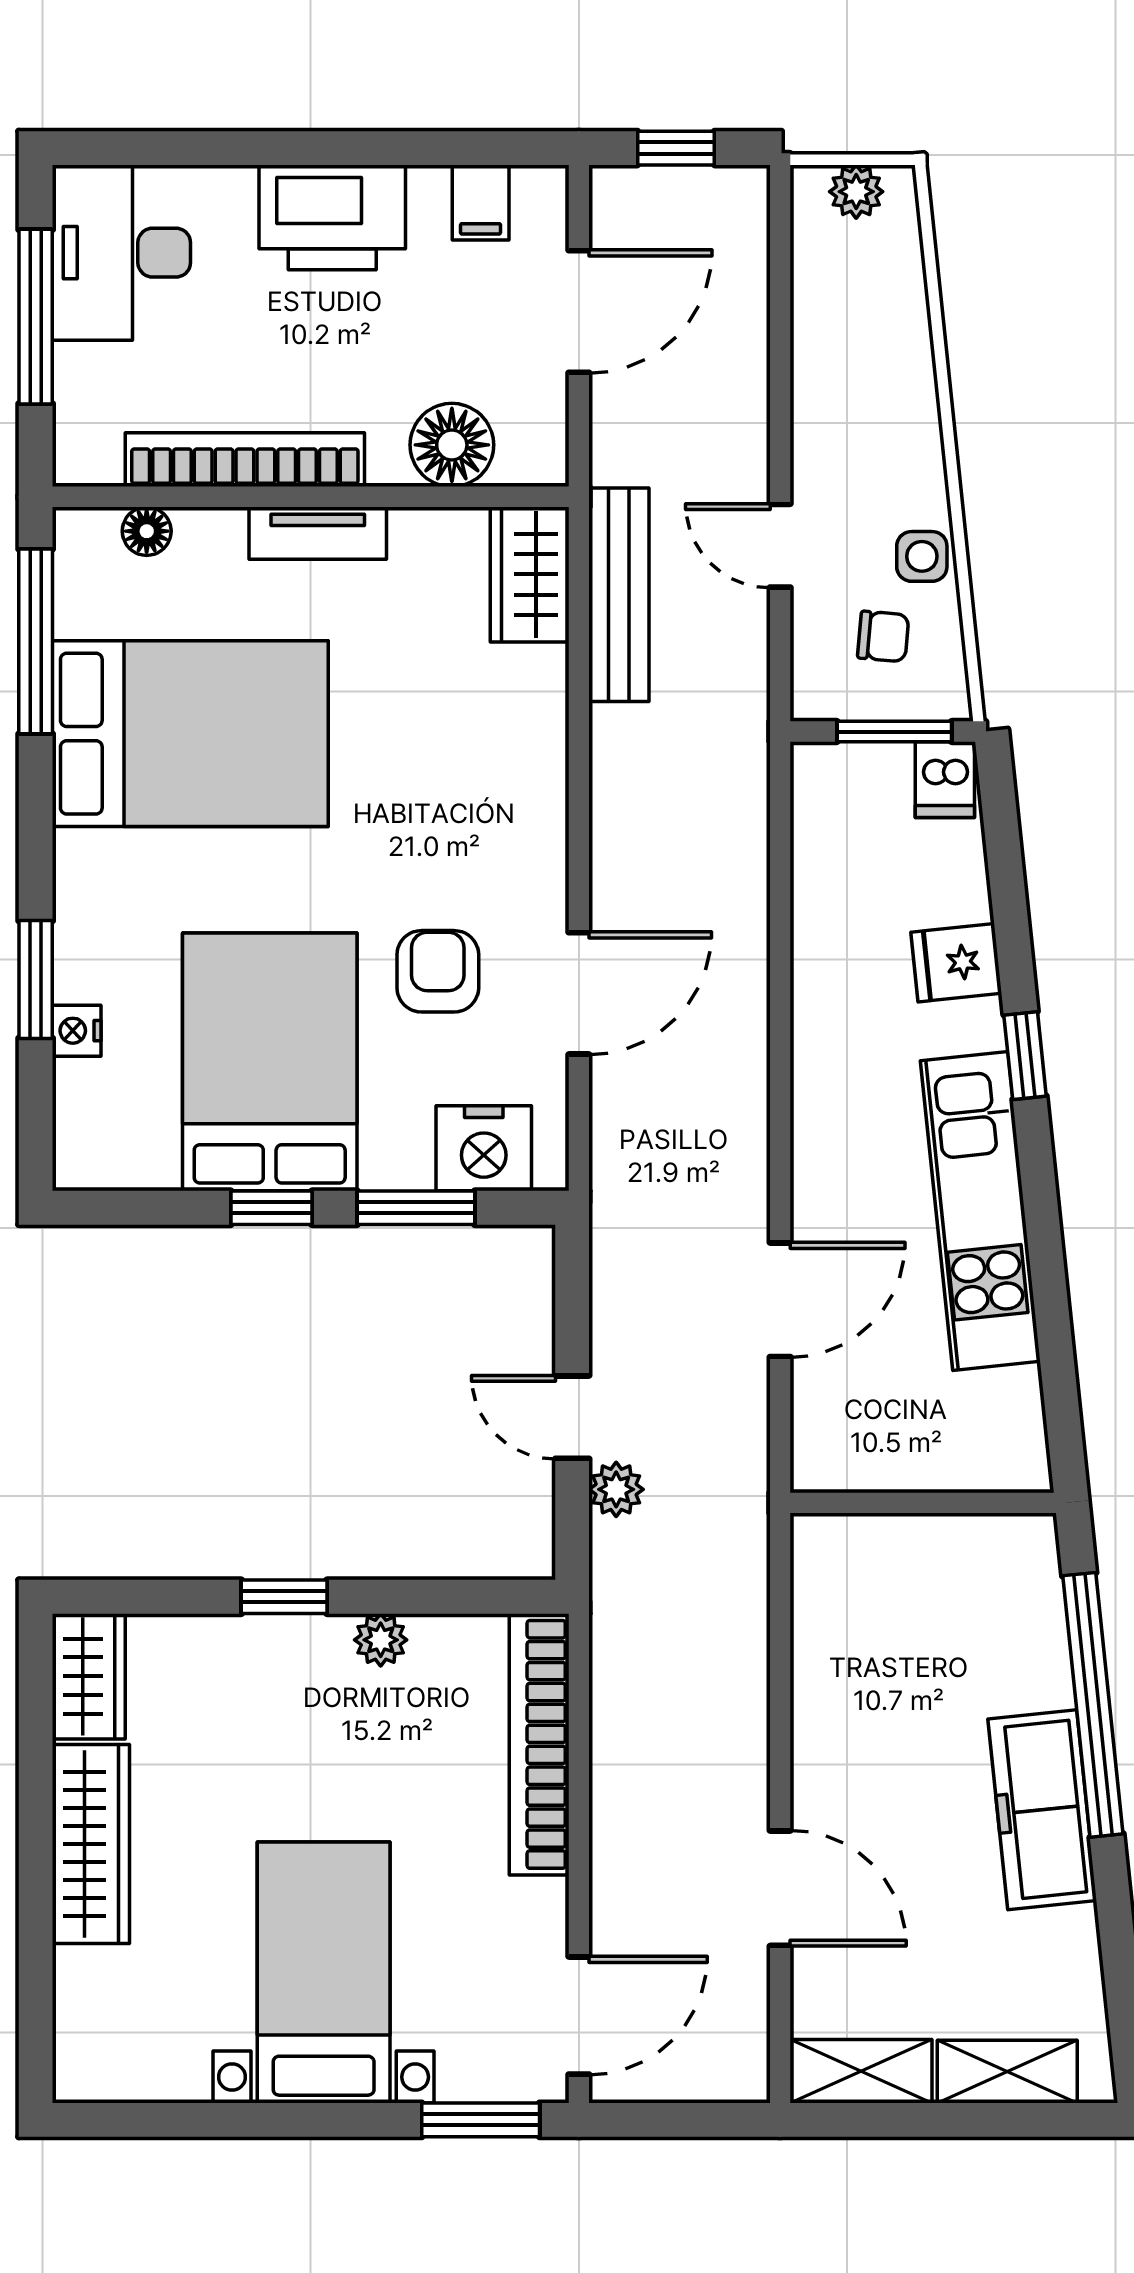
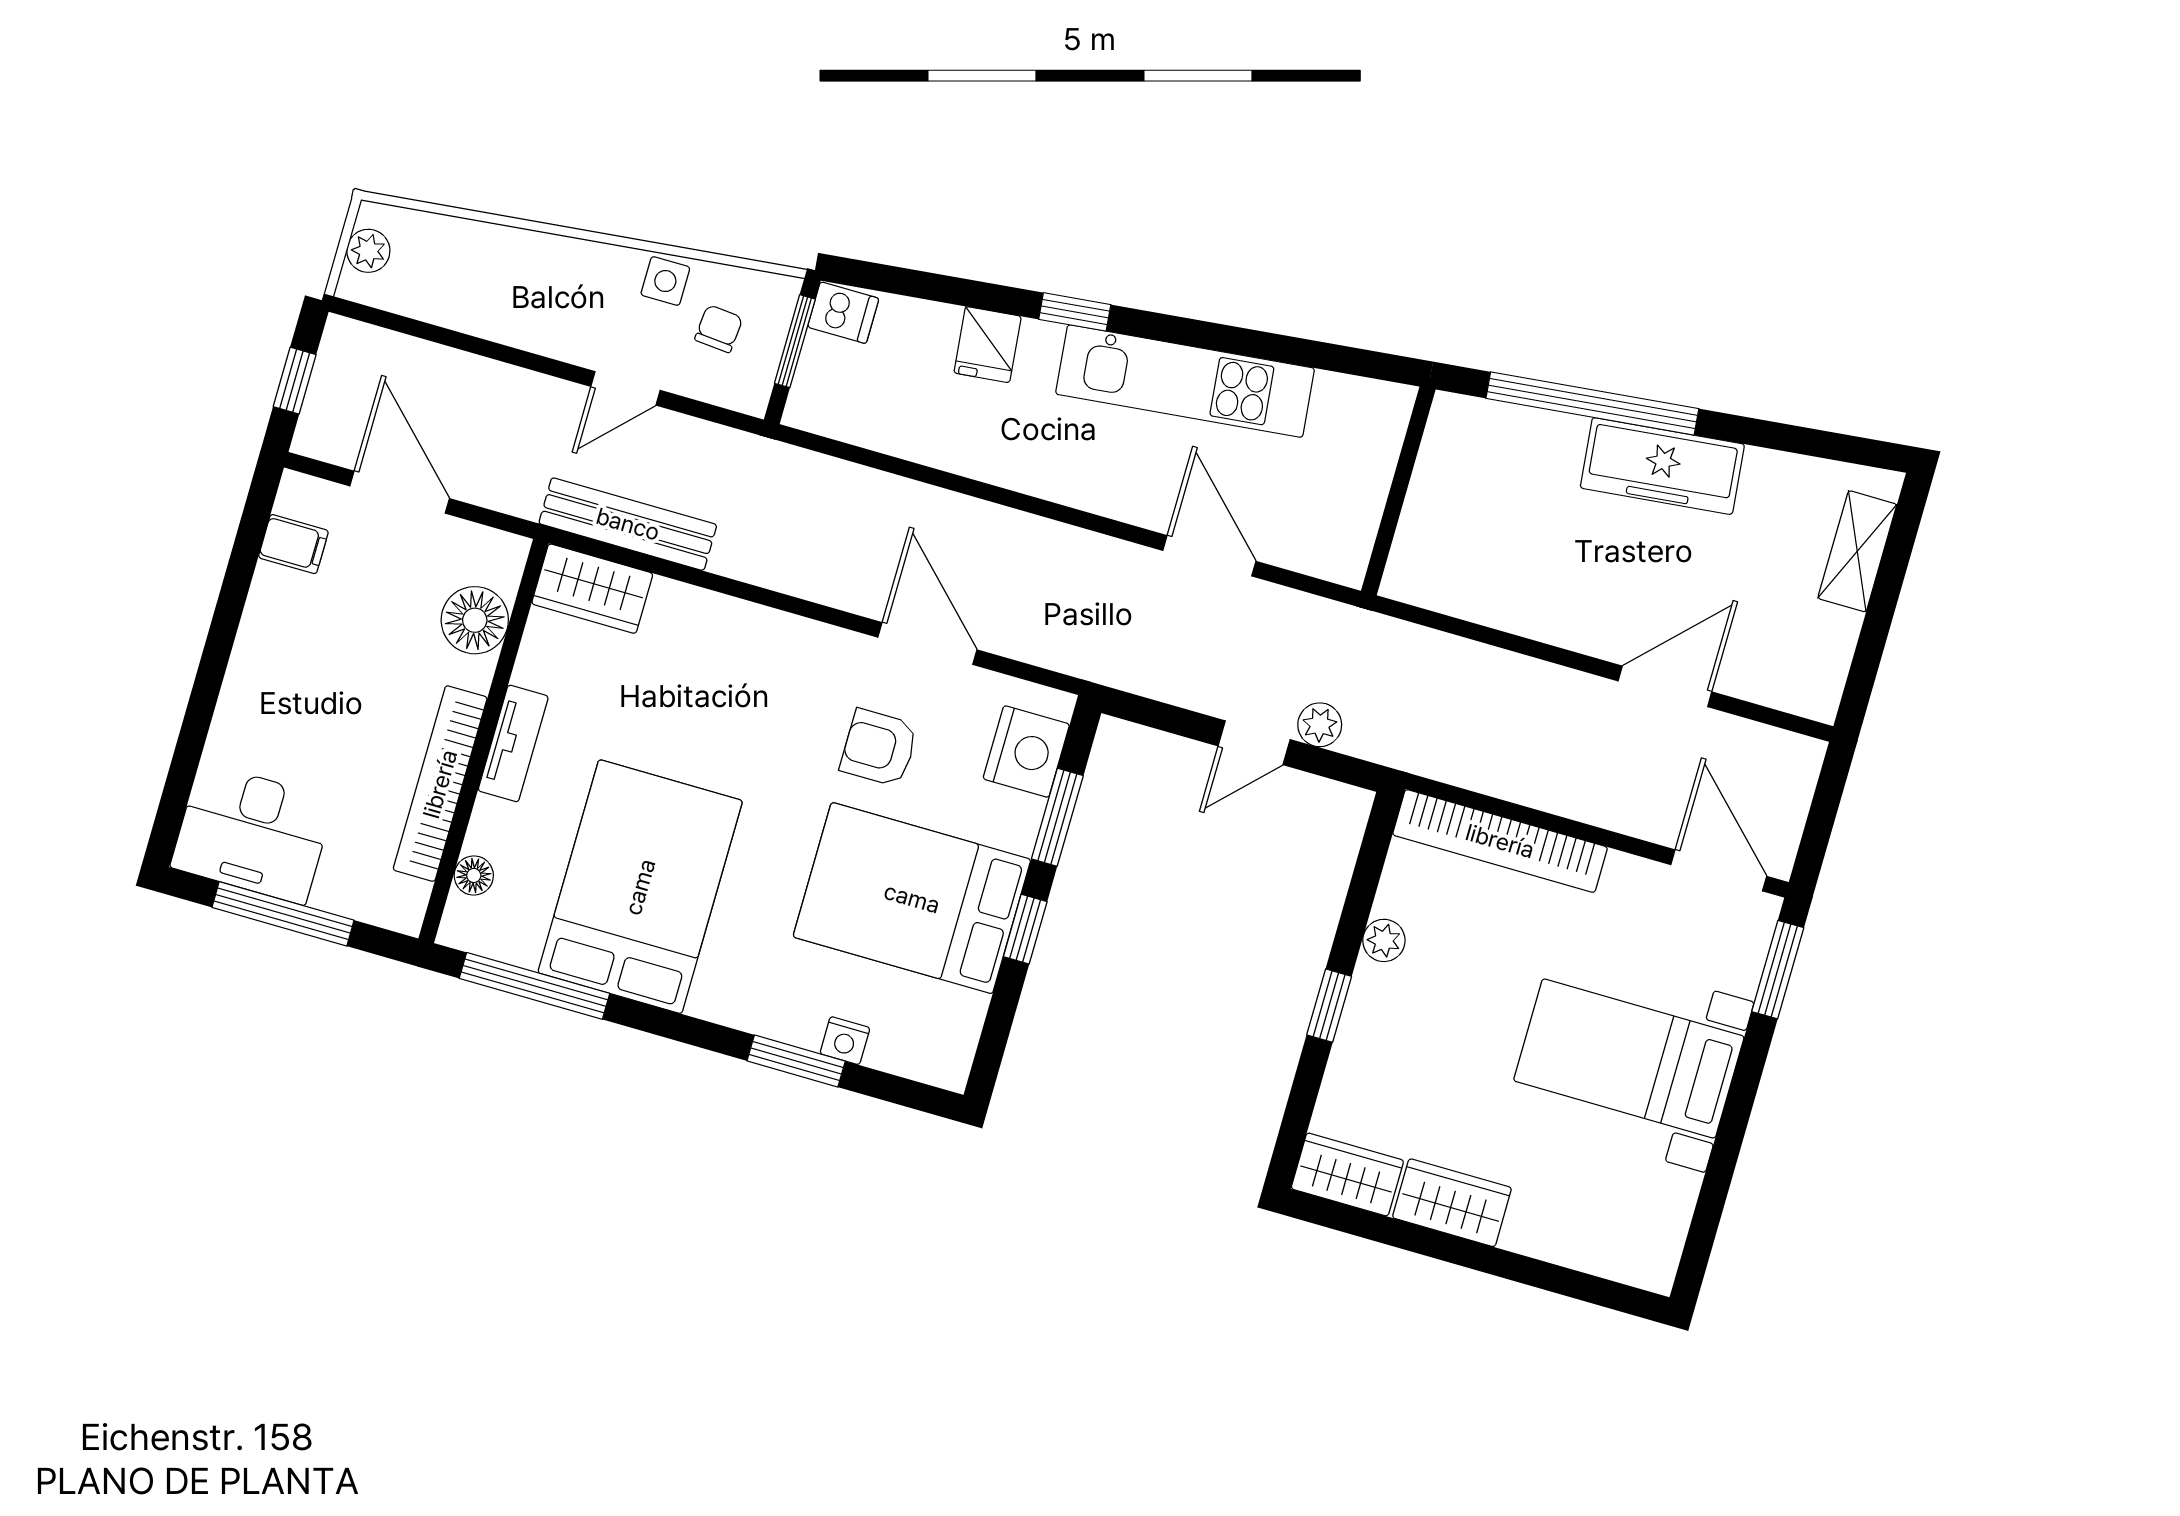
printer: (332, 217) -> (272, 662), removed
wardrobe: (91, 1844) -> (1452, 1203), width x0.67
shelving: (861, 2071) -> (1825, 664), removed

